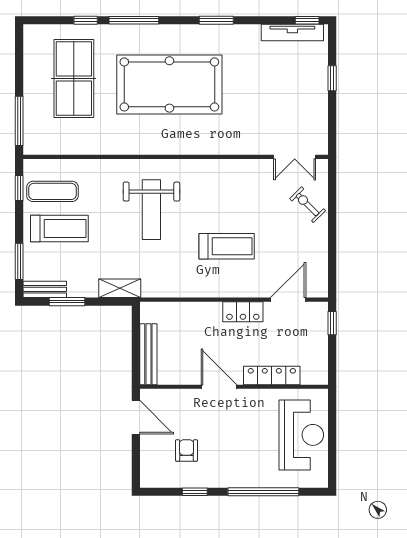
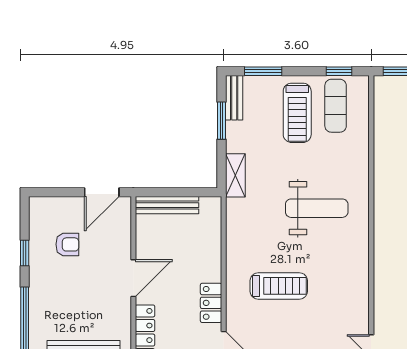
weight bench: (151, 210) -> (317, 208), turned 180
treadmill: (227, 246) -> (279, 286), turned -90

